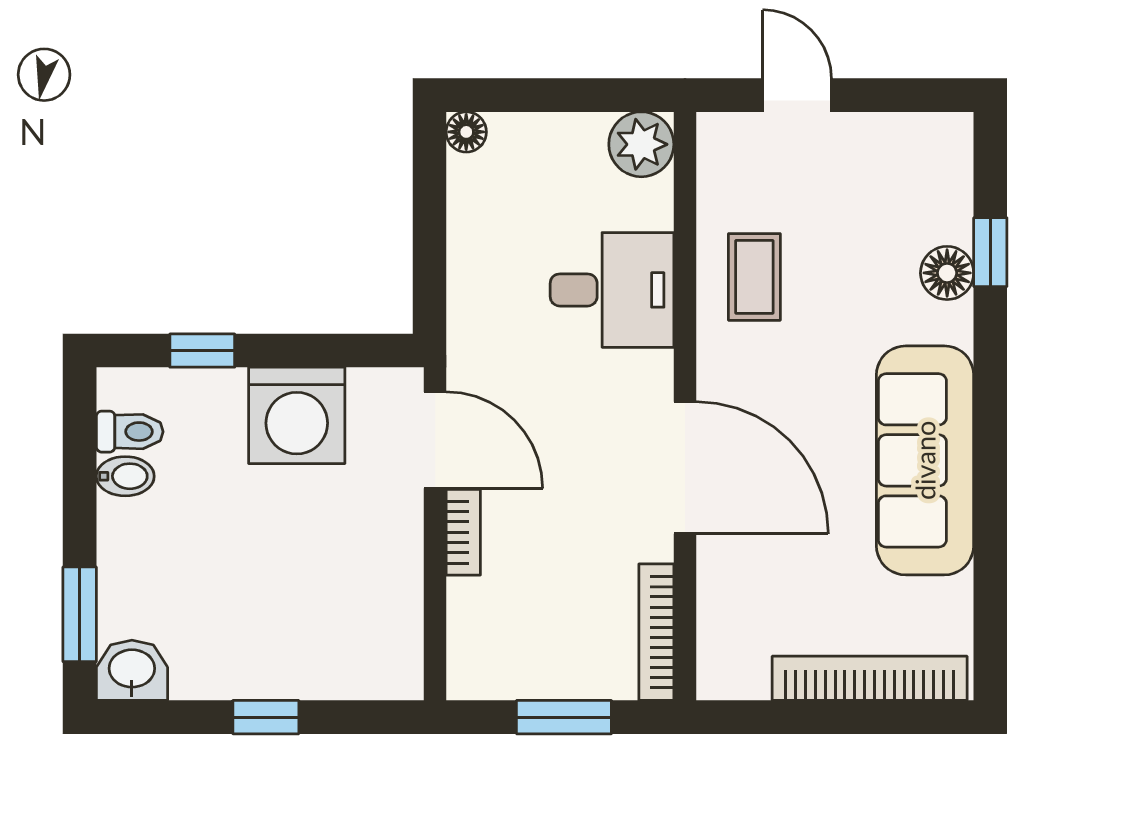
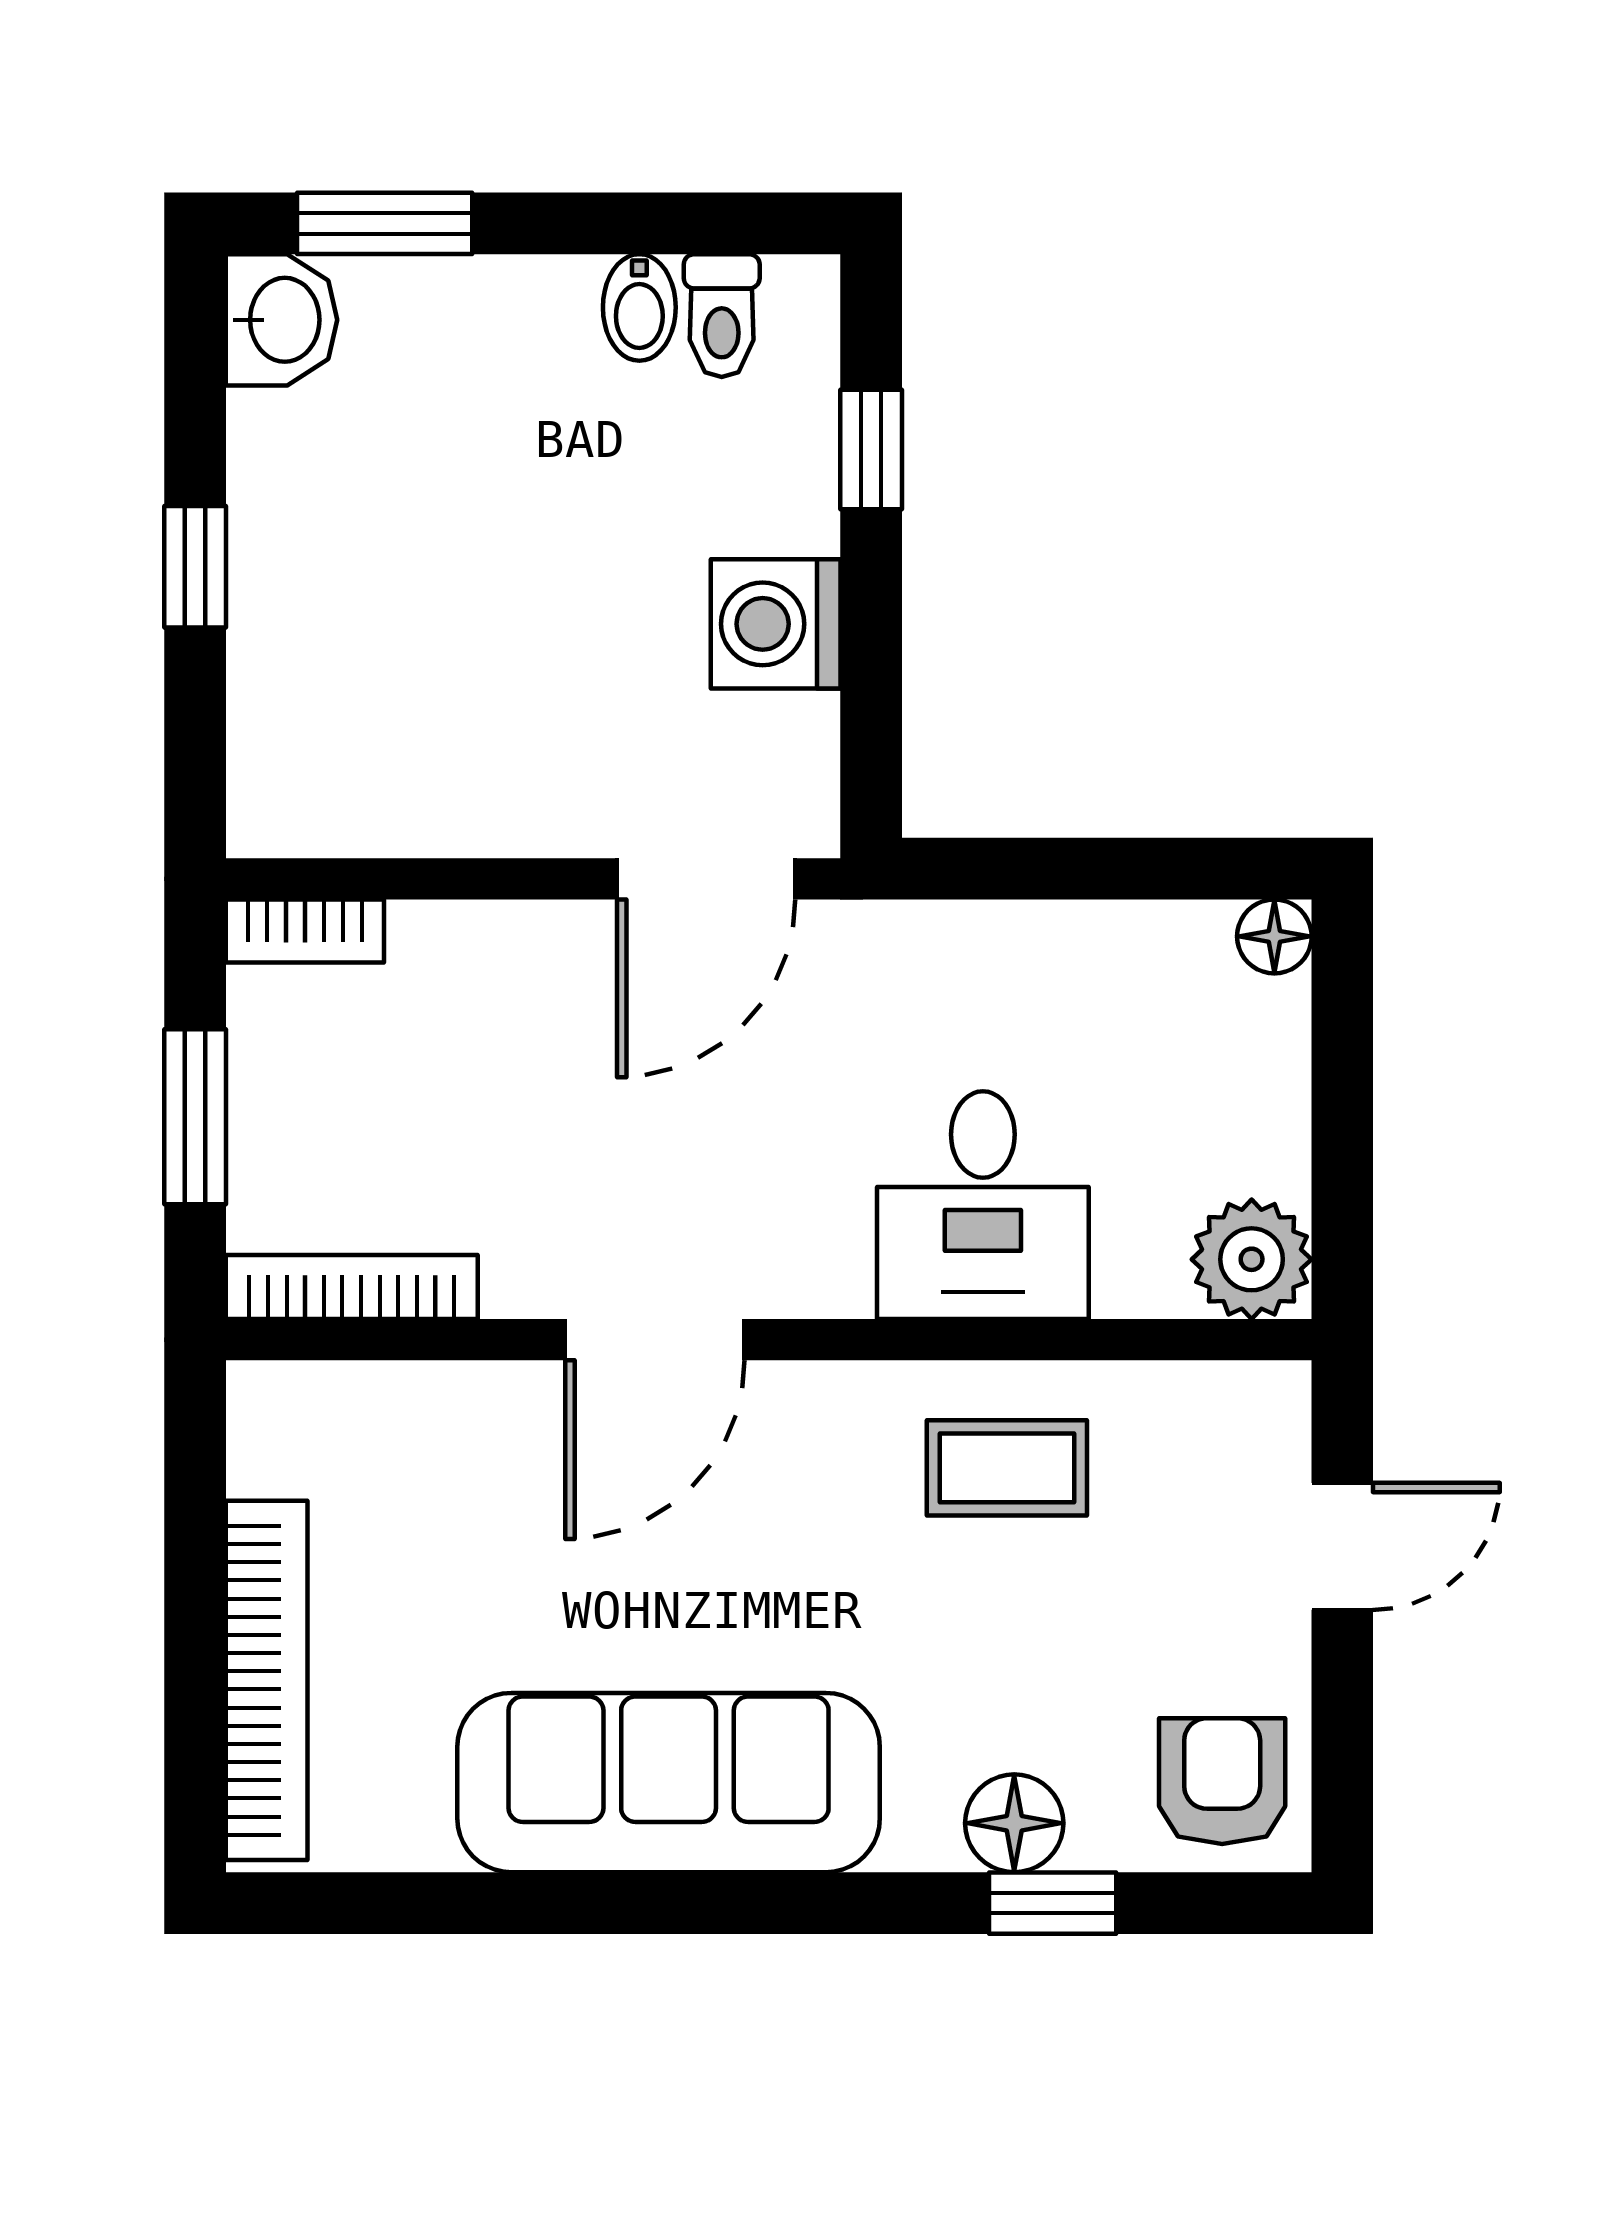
armchair: (924, 160) -> (1222, 1781), added
washing machine: (297, 415) -> (776, 624), width x0.73, depth x0.73
door: (685, 468) -> (655, 1340), width x0.73
bookcase: (463, 532) -> (305, 931), moved

